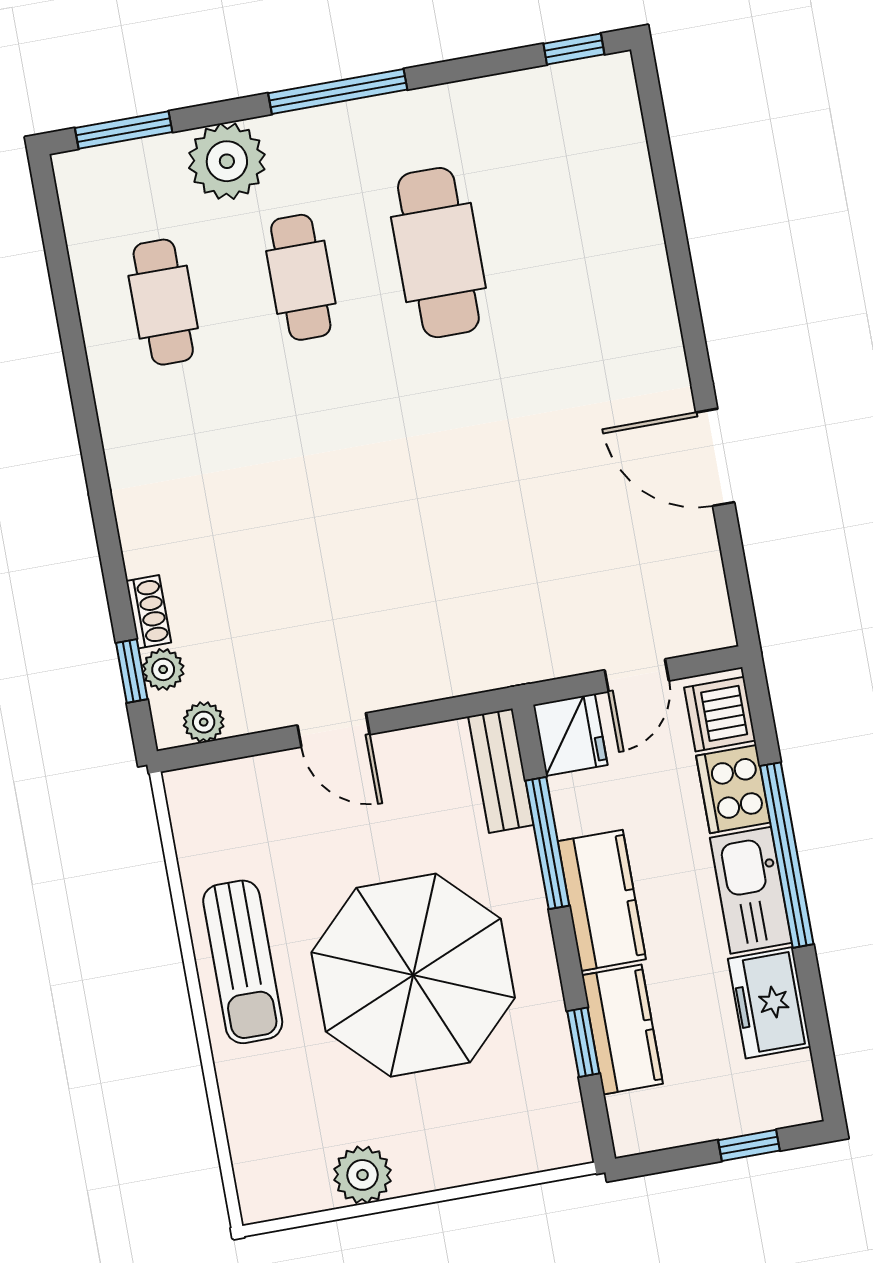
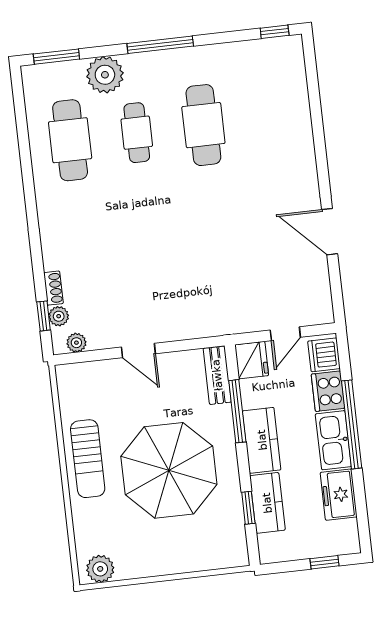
cafe table: (163, 302) -> (70, 140), width x1.37, depth x1.35
plant: (362, 1175) -> (100, 569), moved

